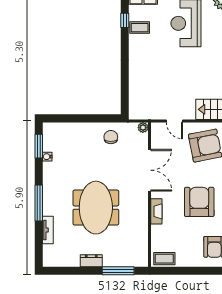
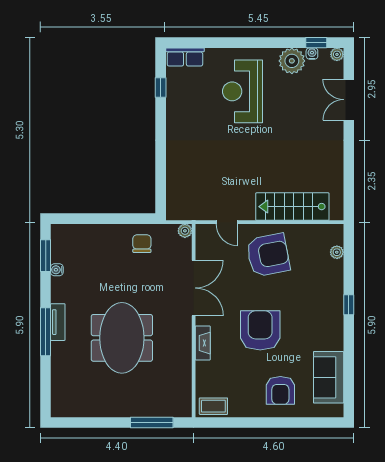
coffee table: (140, 28) -> (180, 97), removed
tv unit: (48, 230) -> (58, 322), moved
dresser: (91, 261) -> (116, 409), removed

